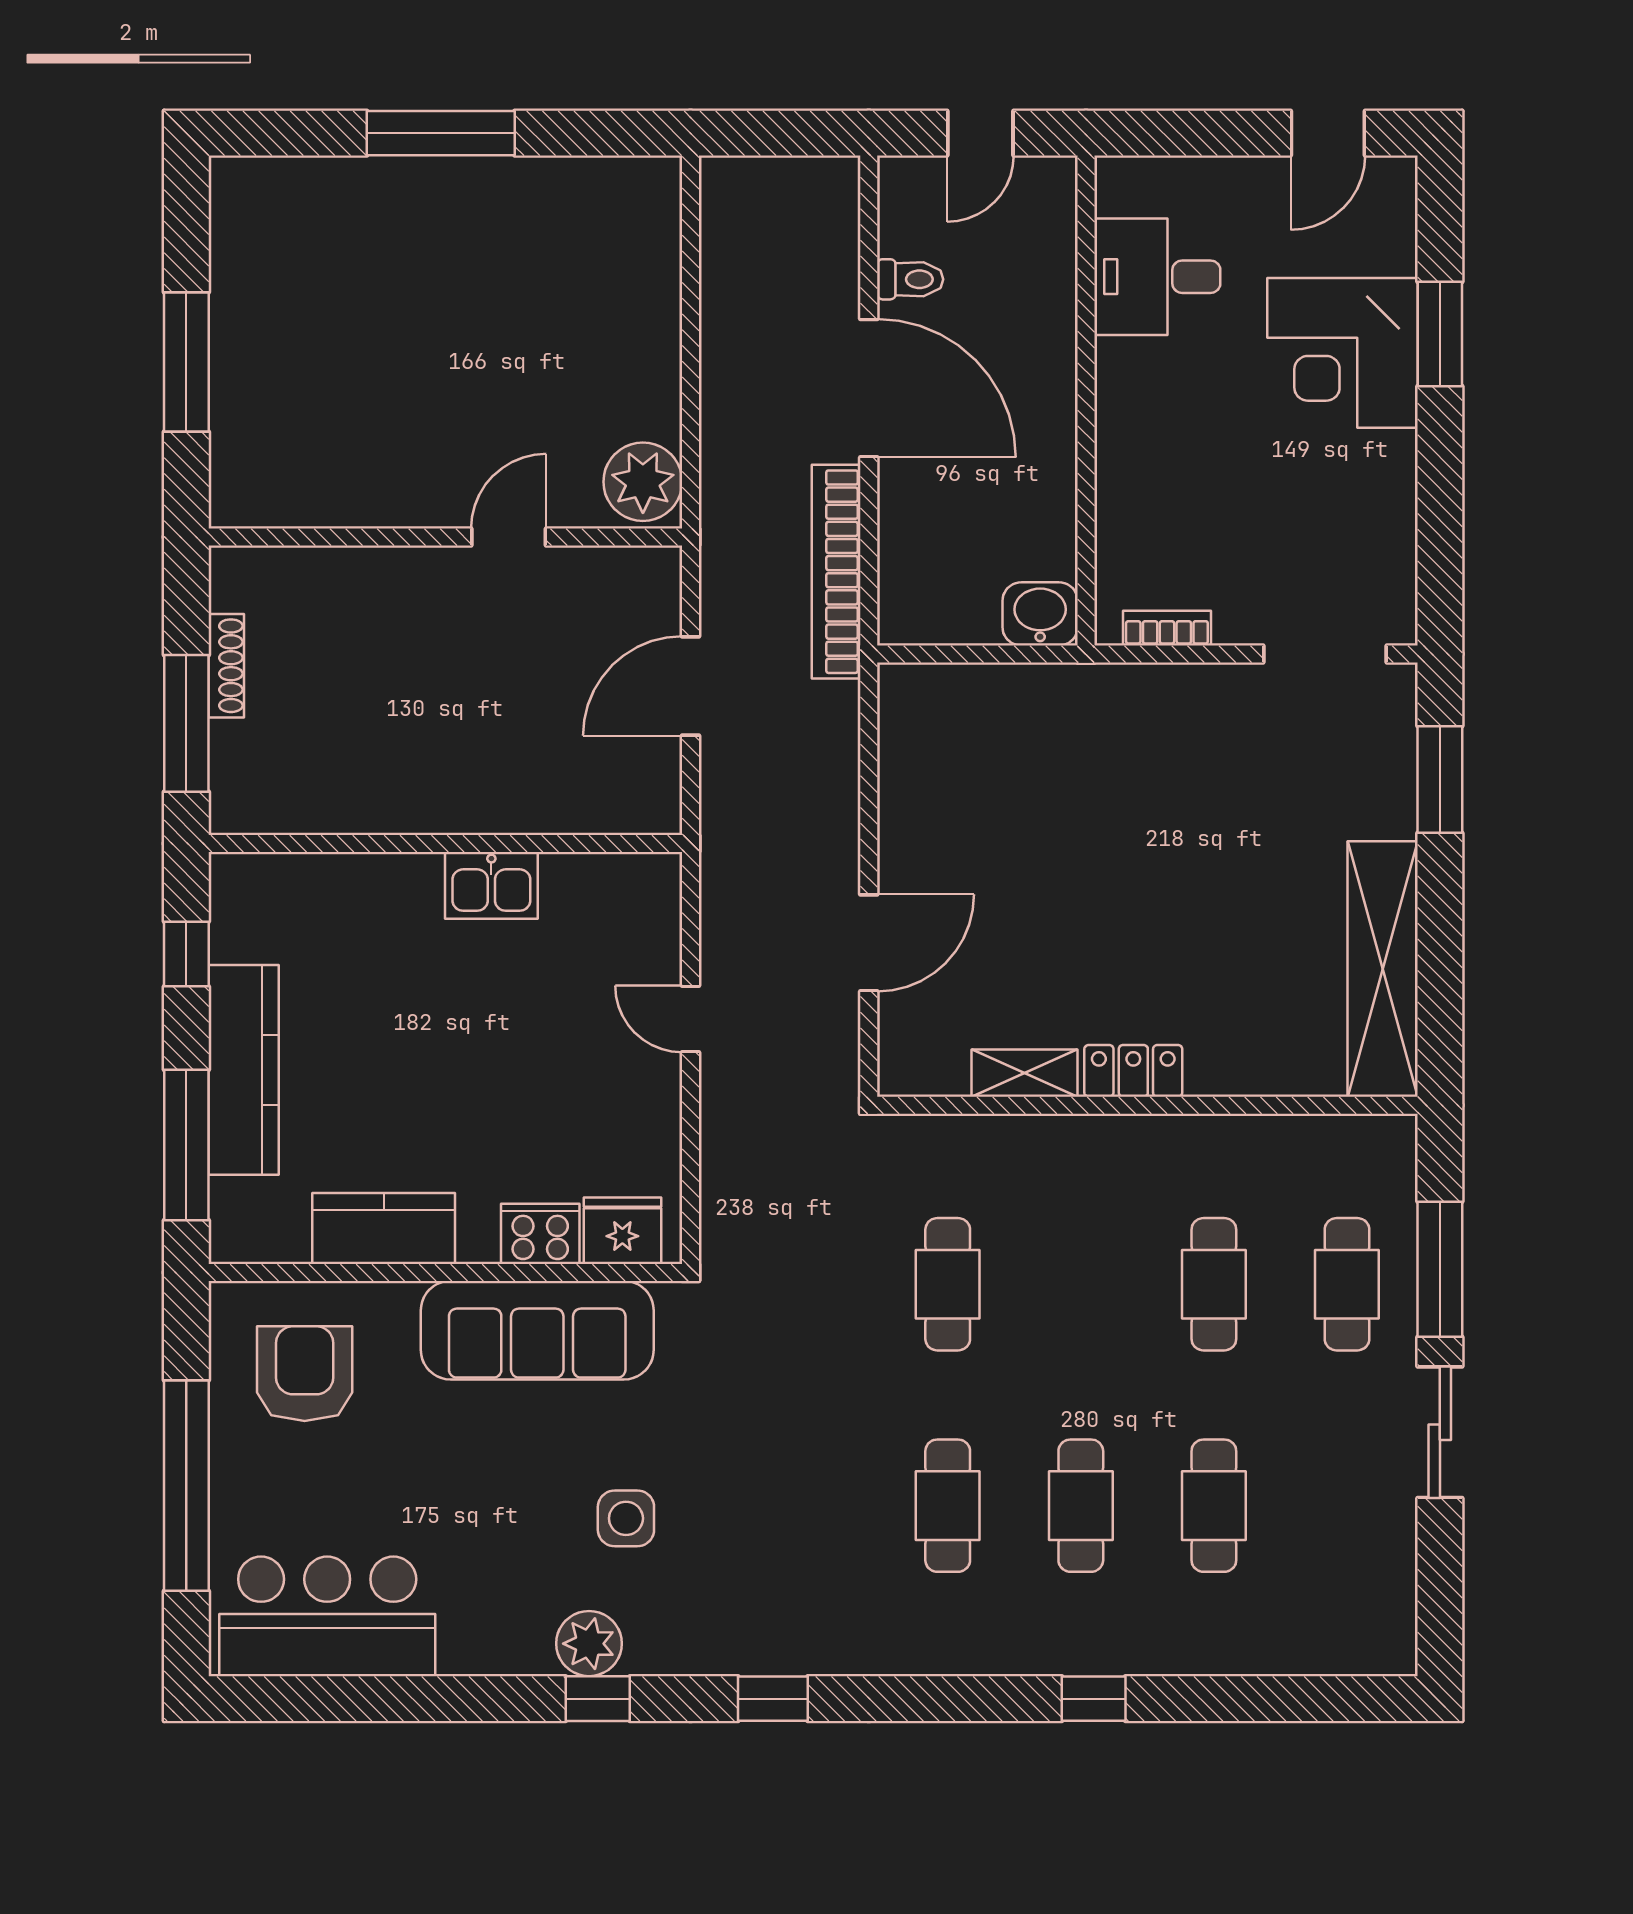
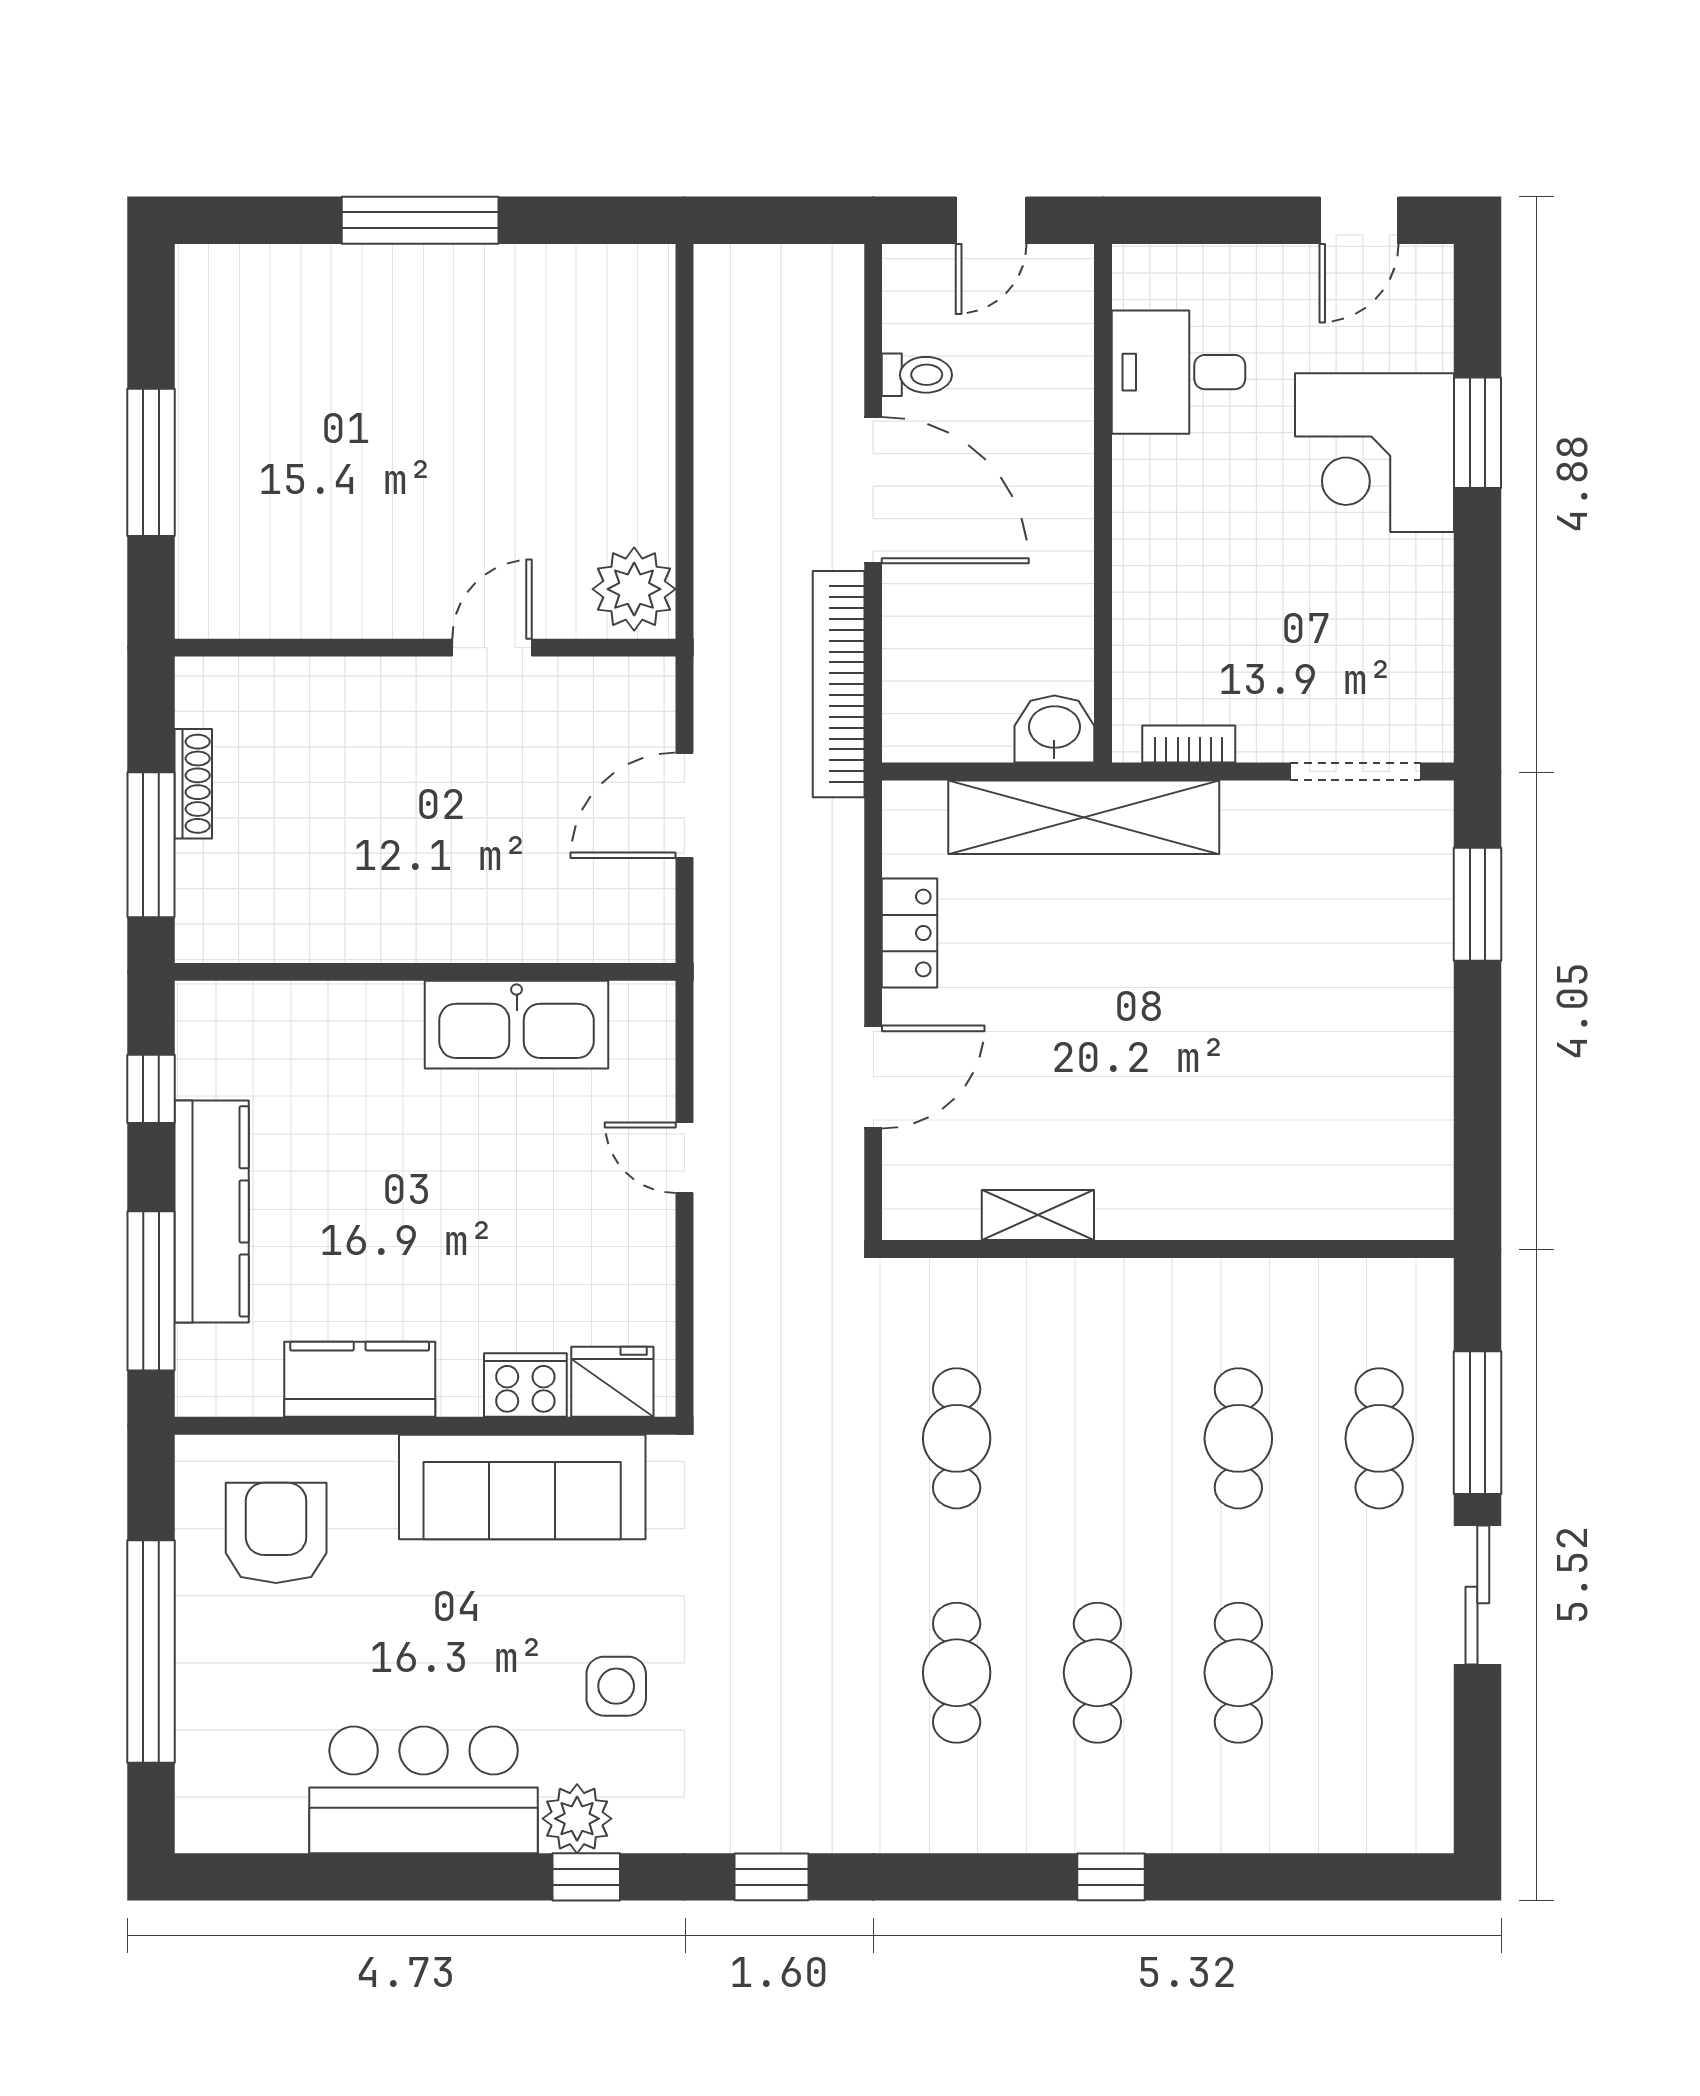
kitchen sink: (491, 885) -> (517, 1025), width x1.88, depth x1.24
shelving: (1383, 969) -> (1084, 817), moved, turned 90
locker: (1133, 1071) -> (910, 933), moved, turned 90
bar counter: (327, 1616) -> (424, 1790), moved

